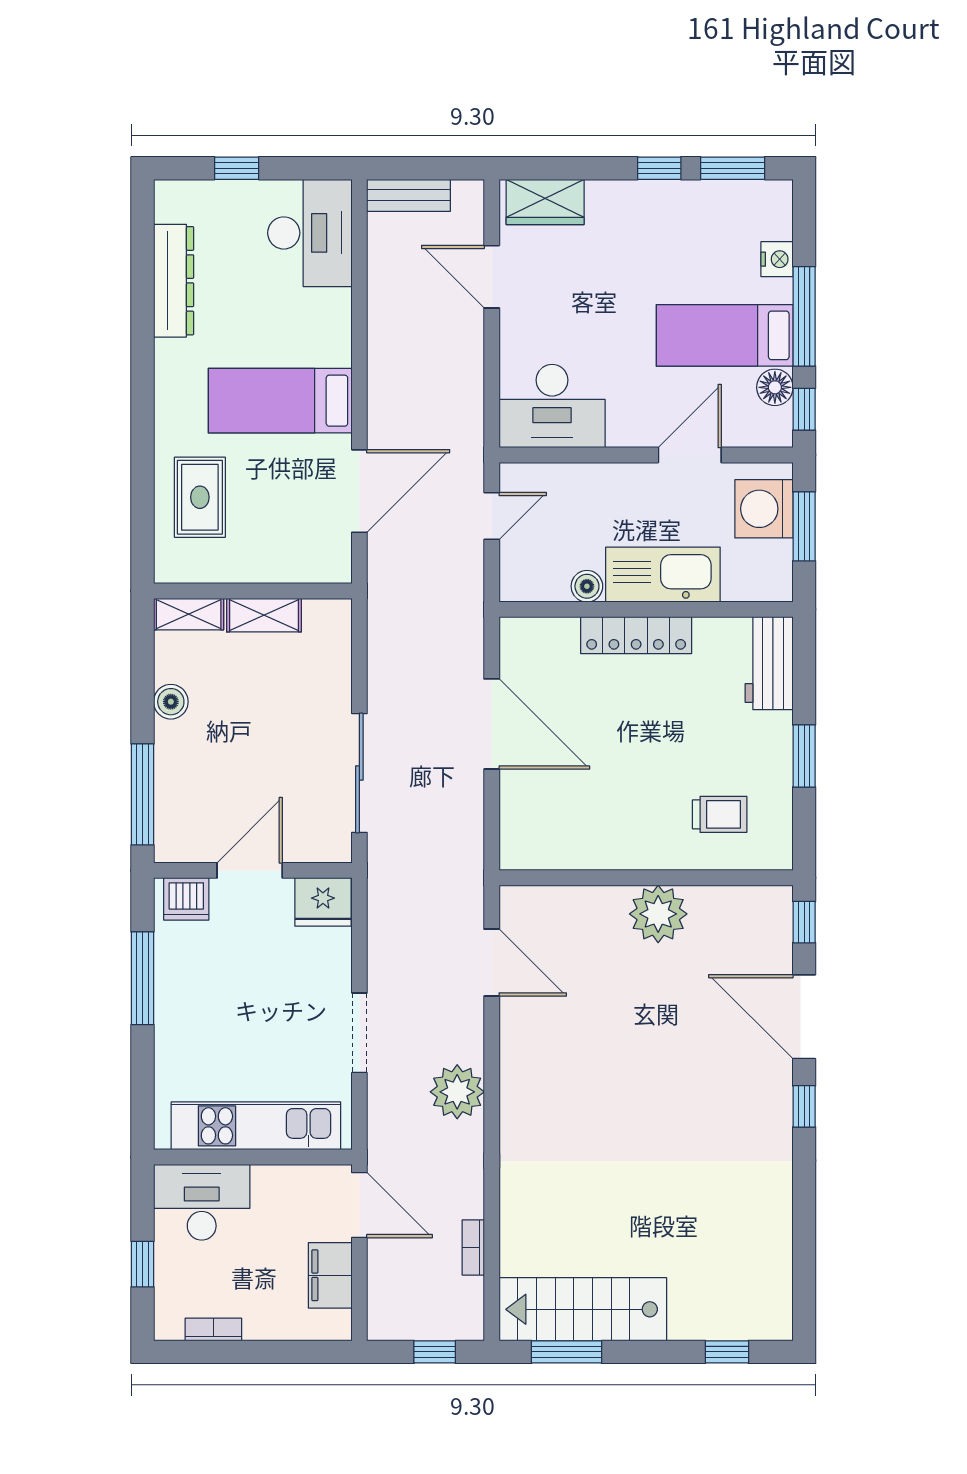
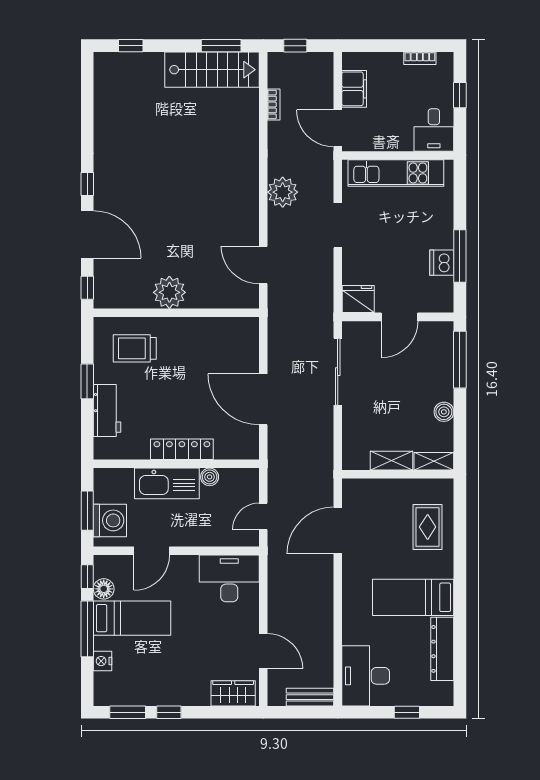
bed: (280, 401) -> (413, 597), moved, turned 180
workbench: (769, 663) -> (107, 410), moved
trolley: (720, 814) -> (135, 348), width x1.36, depth x1.39
dishwasher: (186, 899) -> (442, 263), moved, turned -90
desk: (202, 1202) -> (434, 130), width x0.73

